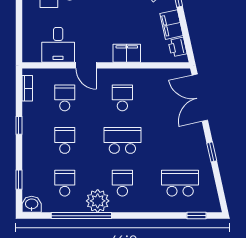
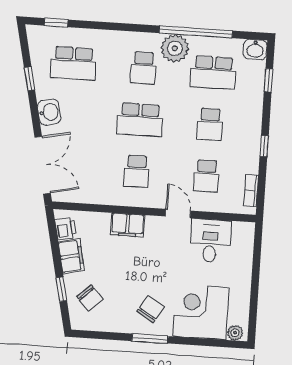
washbasin: (197, 142) -> (49, 112), added
window: (212, 152) -> (29, 79), moved
school desk: (65, 183) -> (213, 73), width x1.85

